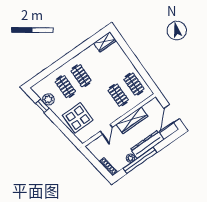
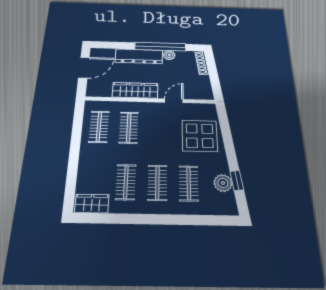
clothes rail: (97, 65) -> (126, 182), added

